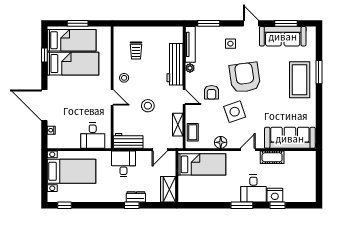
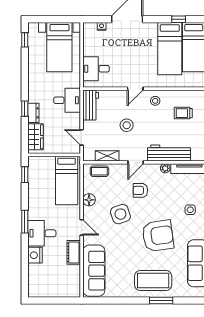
armchair: (245, 77) -> (158, 236), moved
wardrobe: (168, 189) -> (36, 137), moved, turned 90
window: (278, 205) -> (25, 175), moved

